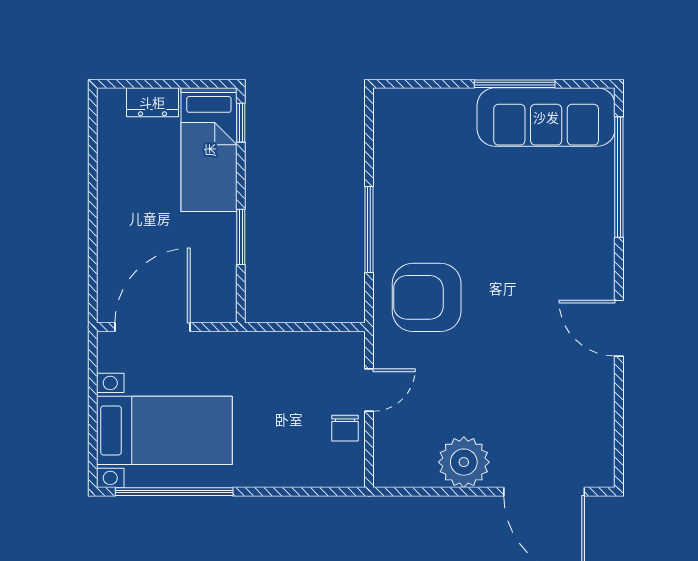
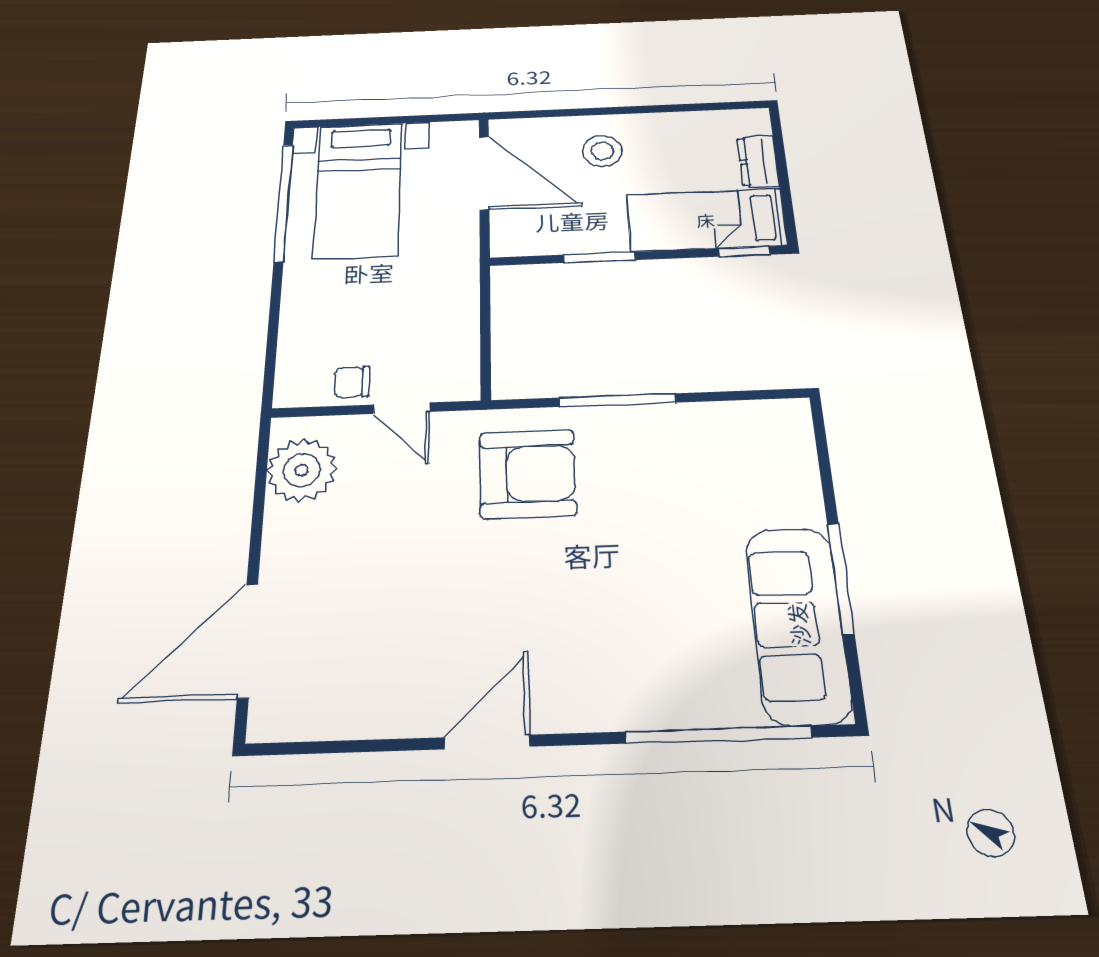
stool: (135, 229) -> (602, 151), added
armchair: (427, 297) -> (528, 474), turned 90
plant: (464, 462) -> (302, 470), moved

